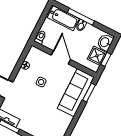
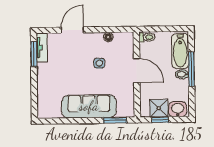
door: (61, 57) -> (137, 71), hinge flipped
sofa: (76, 93) -> (89, 106), moved

